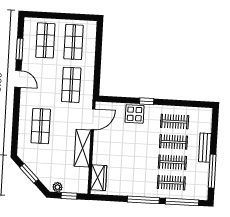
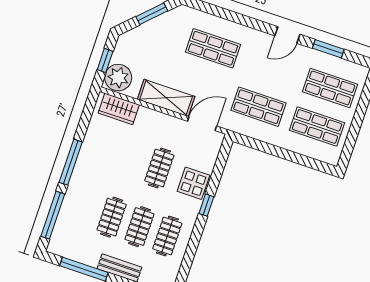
door: (93, 119) -> (202, 124), swing flipped
clothes rail: (171, 183) -> (159, 168), moved
plant: (57, 187) -> (118, 78), moved, width x1.87, depth x1.87

